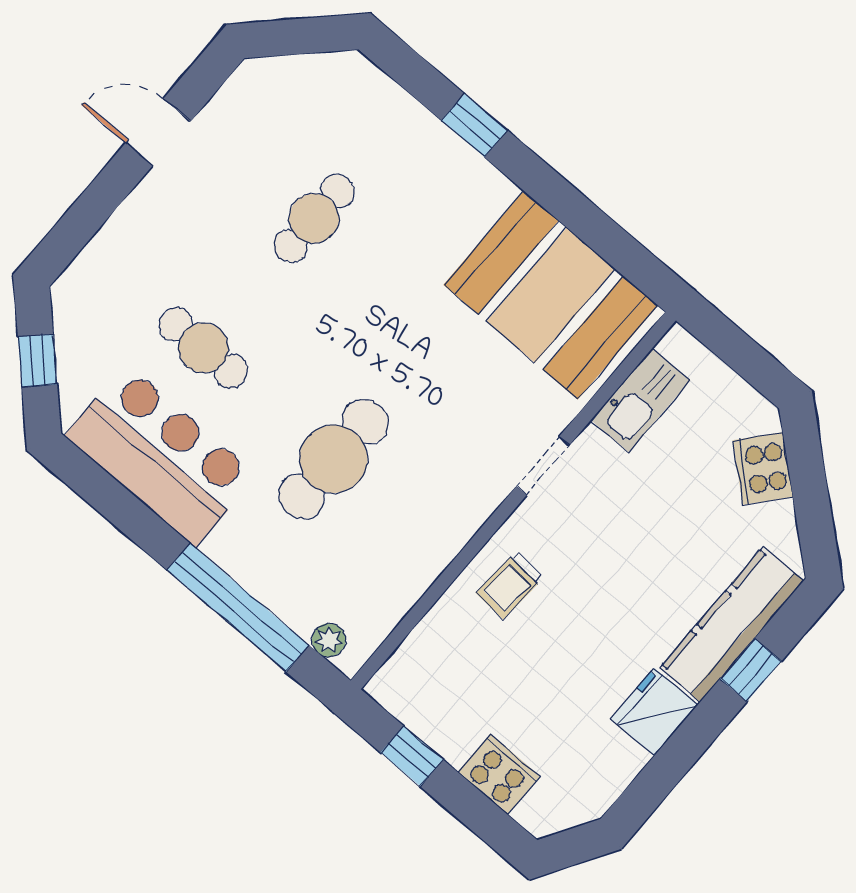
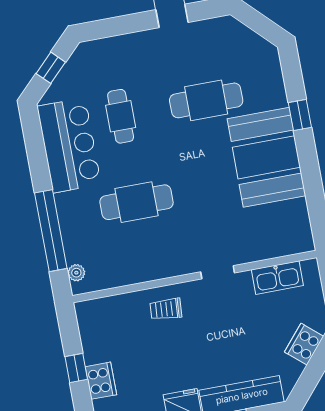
cafe table: (314, 218) -> (206, 100), width x1.37, depth x1.35
booth: (551, 295) -> (266, 157), moved
window: (412, 756) -> (76, 368), moved

